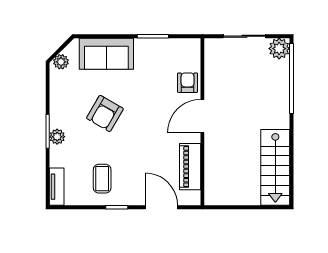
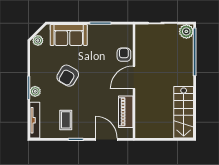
tv unit: (57, 187) -> (35, 120), width x1.41

